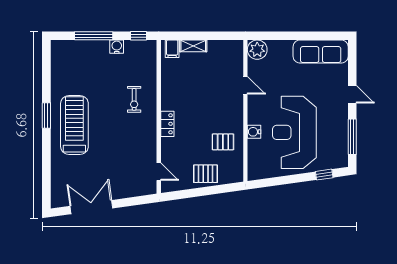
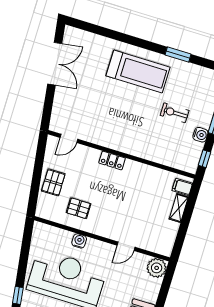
exercise bike: (134, 99) -> (175, 113), moved
window: (46, 115) -> (178, 54), moved
pallet: (223, 142) -> (79, 208), turned 90

